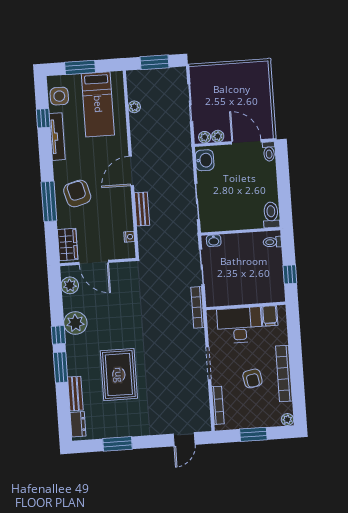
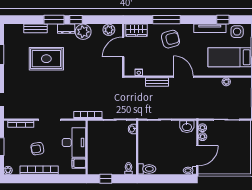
dresser: (78, 424) -> (66, 29), moved

